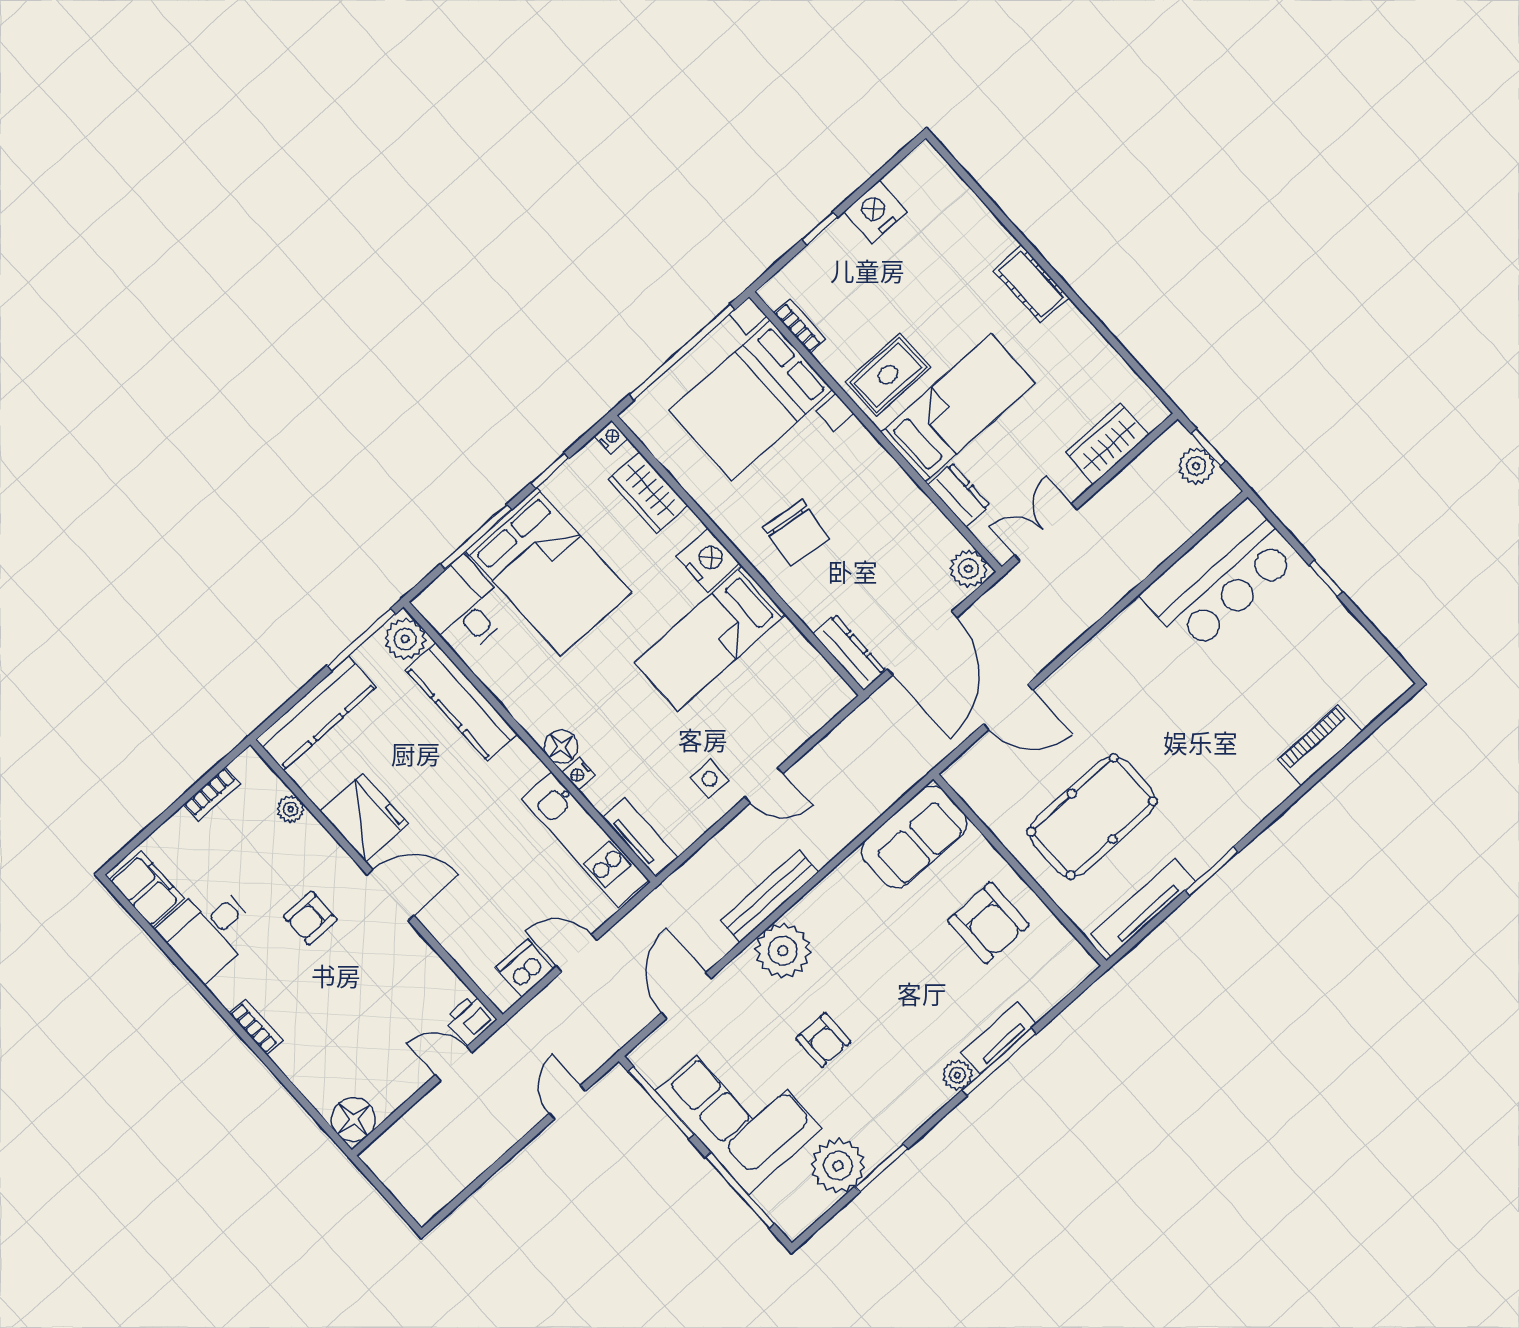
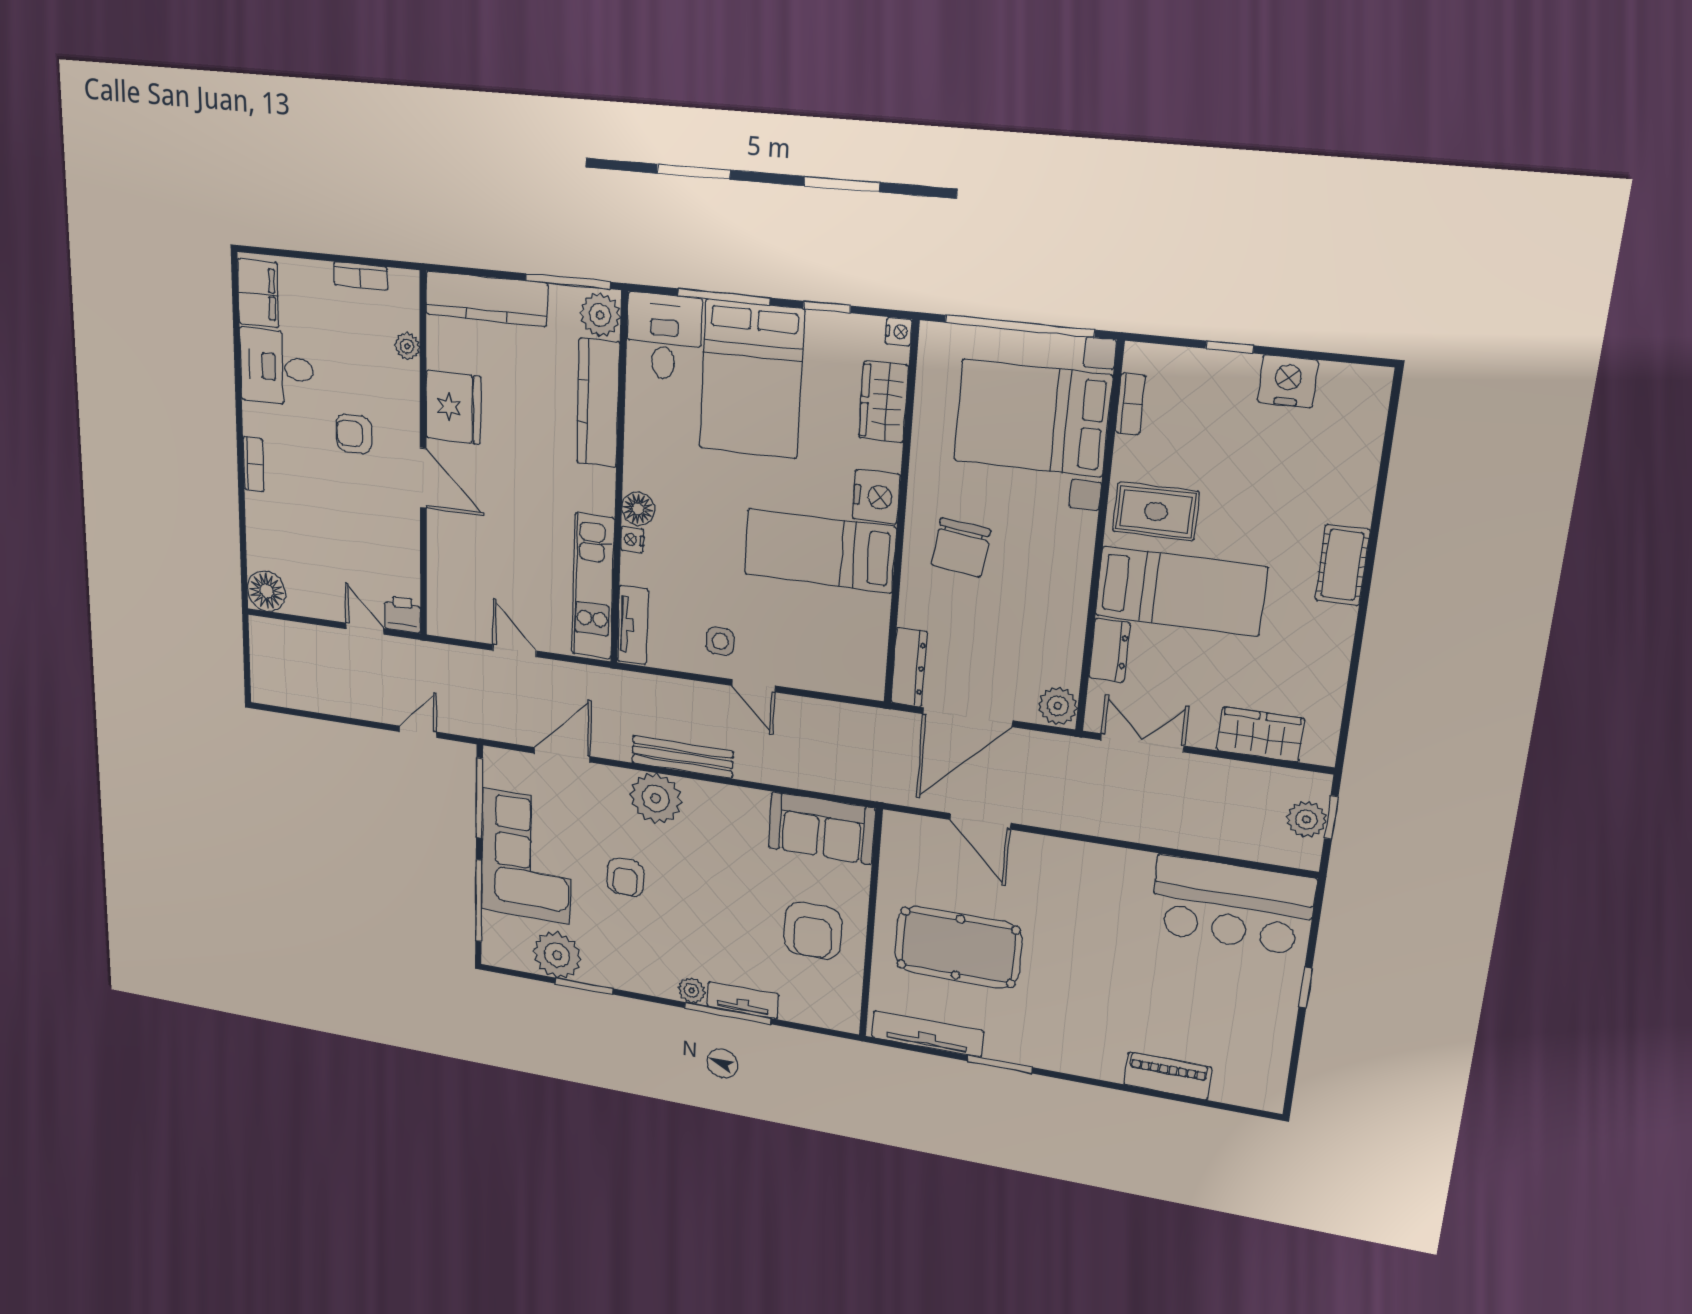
dishwasher: (525, 968) -> (470, 622), removed

